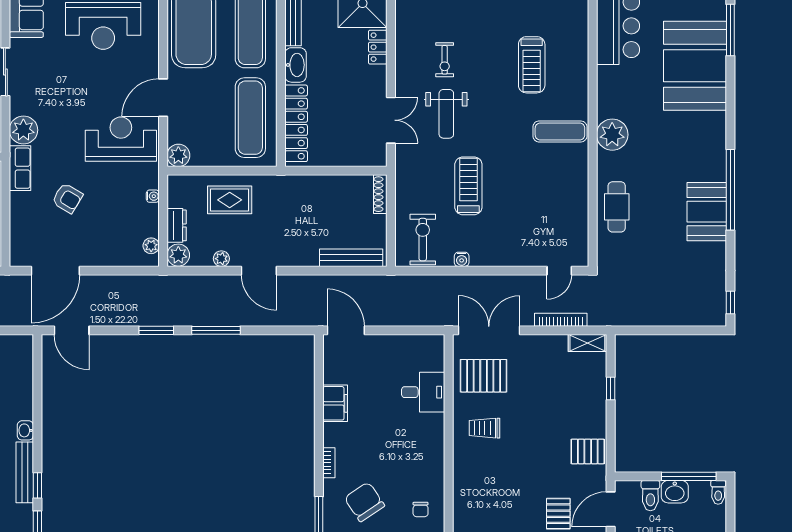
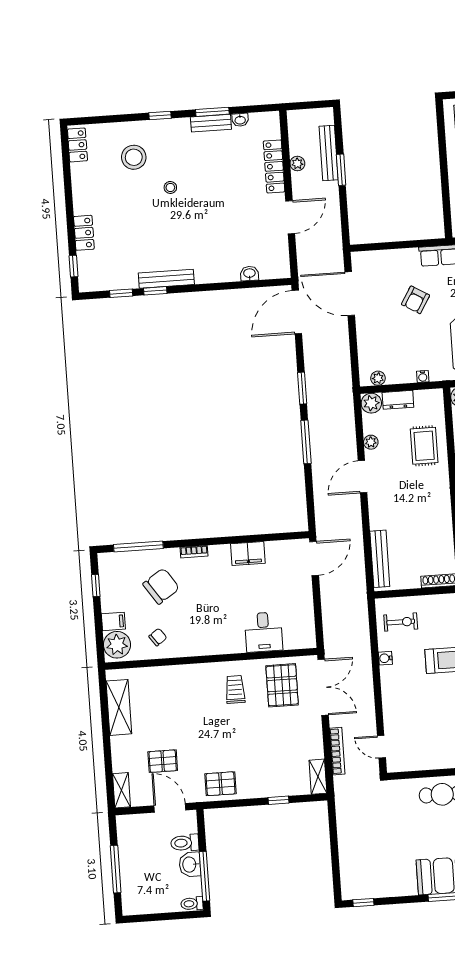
exercise bike: (423, 240) -> (401, 622), width x0.73, depth x0.72
door: (72, 330) -> (297, 312), width x1.36
washbasin: (25, 430) -> (249, 274), moved
pallet: (588, 451) -> (221, 784), turned 90
chair: (421, 510) -> (158, 637), turned 144

